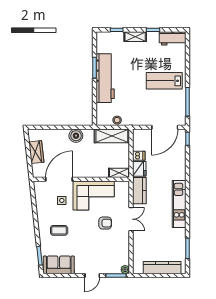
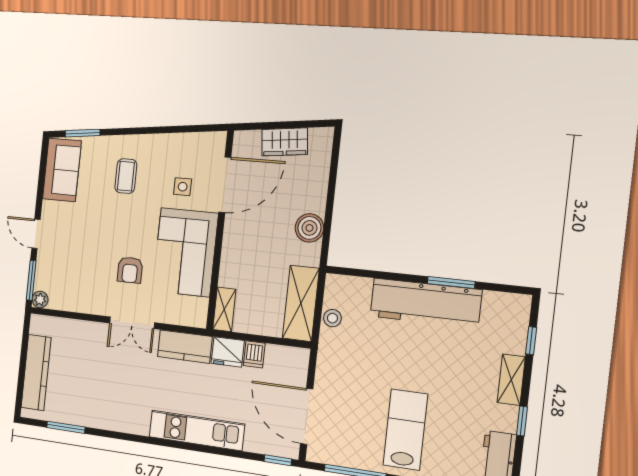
door: (59, 179) -> (225, 185), hinge flipped
kitchen unit: (179, 204) -> (197, 430), moved

